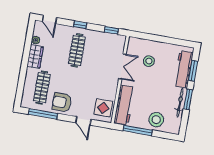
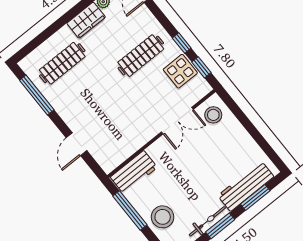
window: (80, 25) -> (182, 43), moved
stool: (149, 61) -> (213, 115), moved
armchair: (62, 102) -> (71, 101), removed
workbench: (124, 105) -> (134, 172), width x0.73
display table: (103, 108) -> (180, 71), moved

